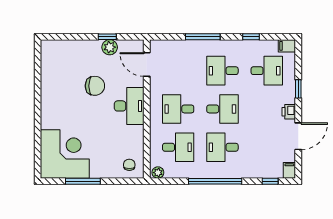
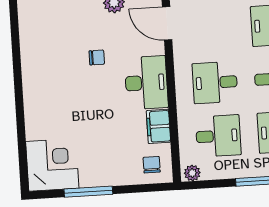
chair: (95, 86) -> (97, 57), width x0.54, depth x0.54
filing cabinet: (136, 138) -> (158, 126), added
corner desk: (65, 154) -> (52, 165), width x0.74, depth x0.74

